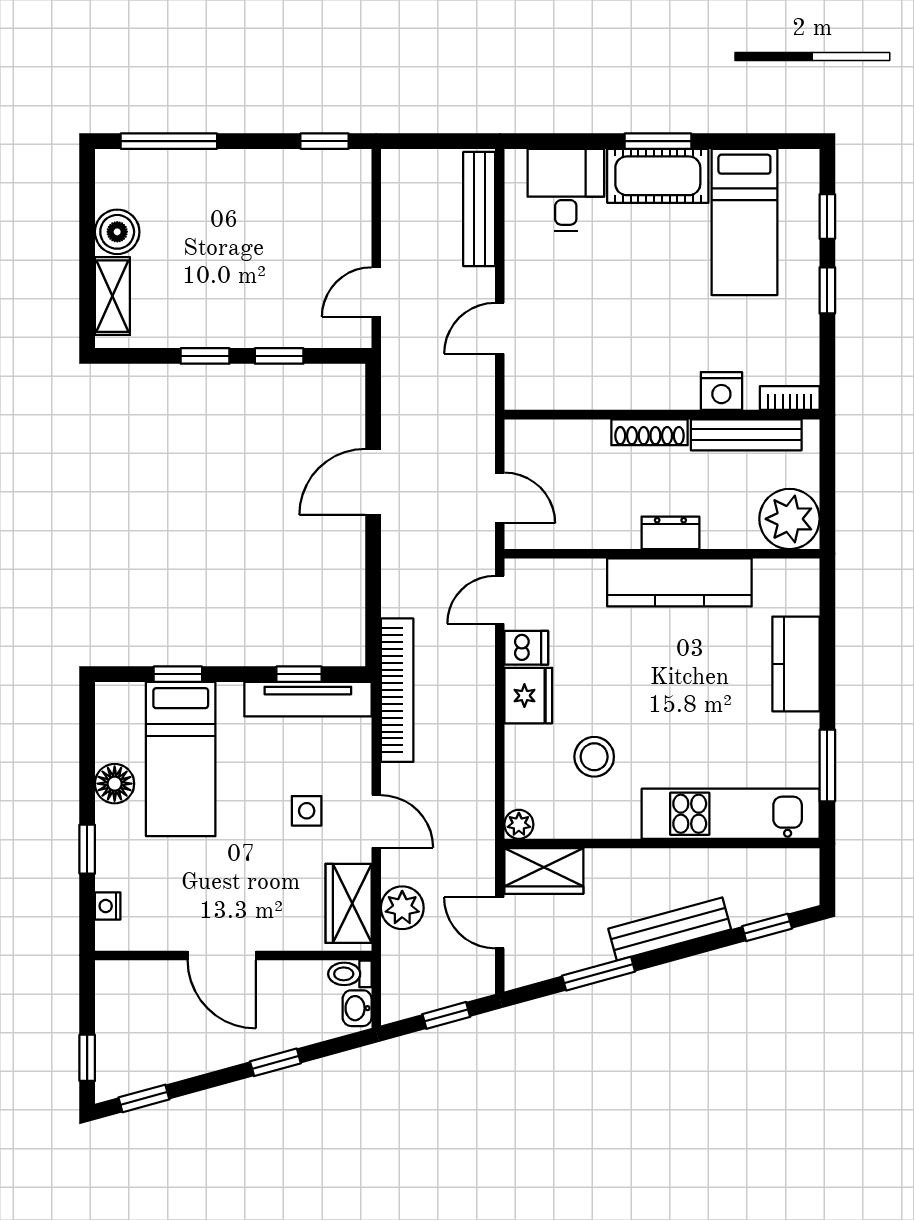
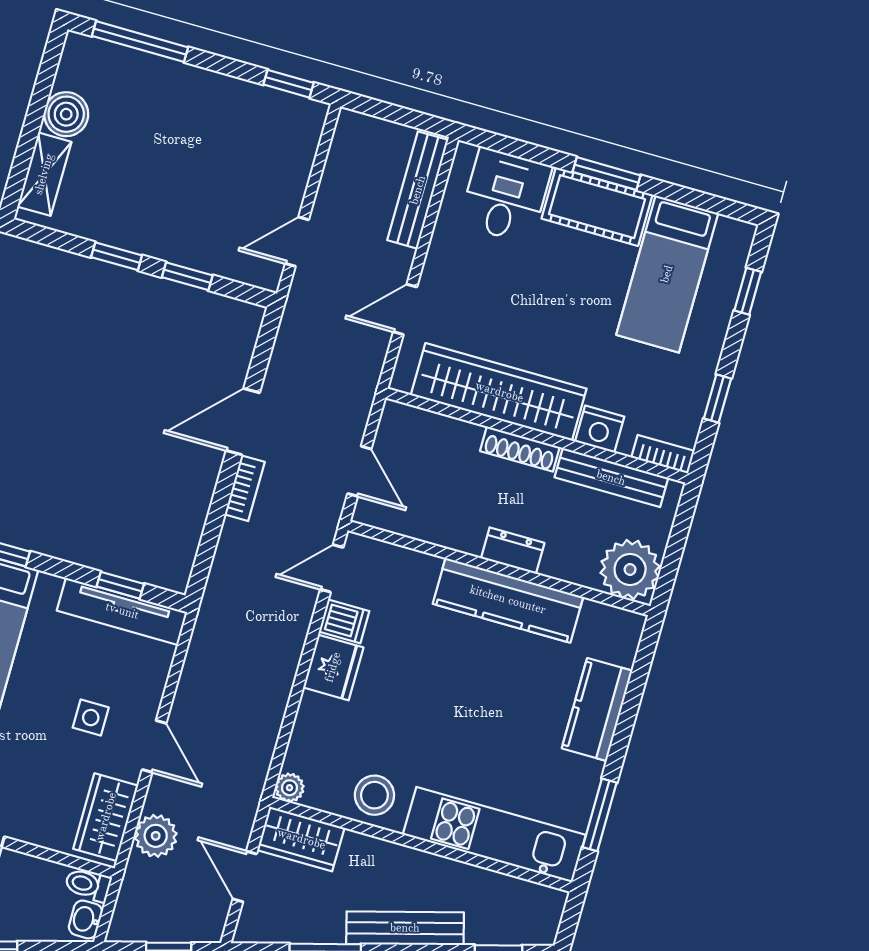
window: (827, 290) -> (717, 399), moved
wardrobe: (613, 383) -> (499, 392), added
bookcase: (397, 690) -> (245, 488), moved, width x0.43, depth x0.76
stool: (594, 757) -> (374, 795), moved

